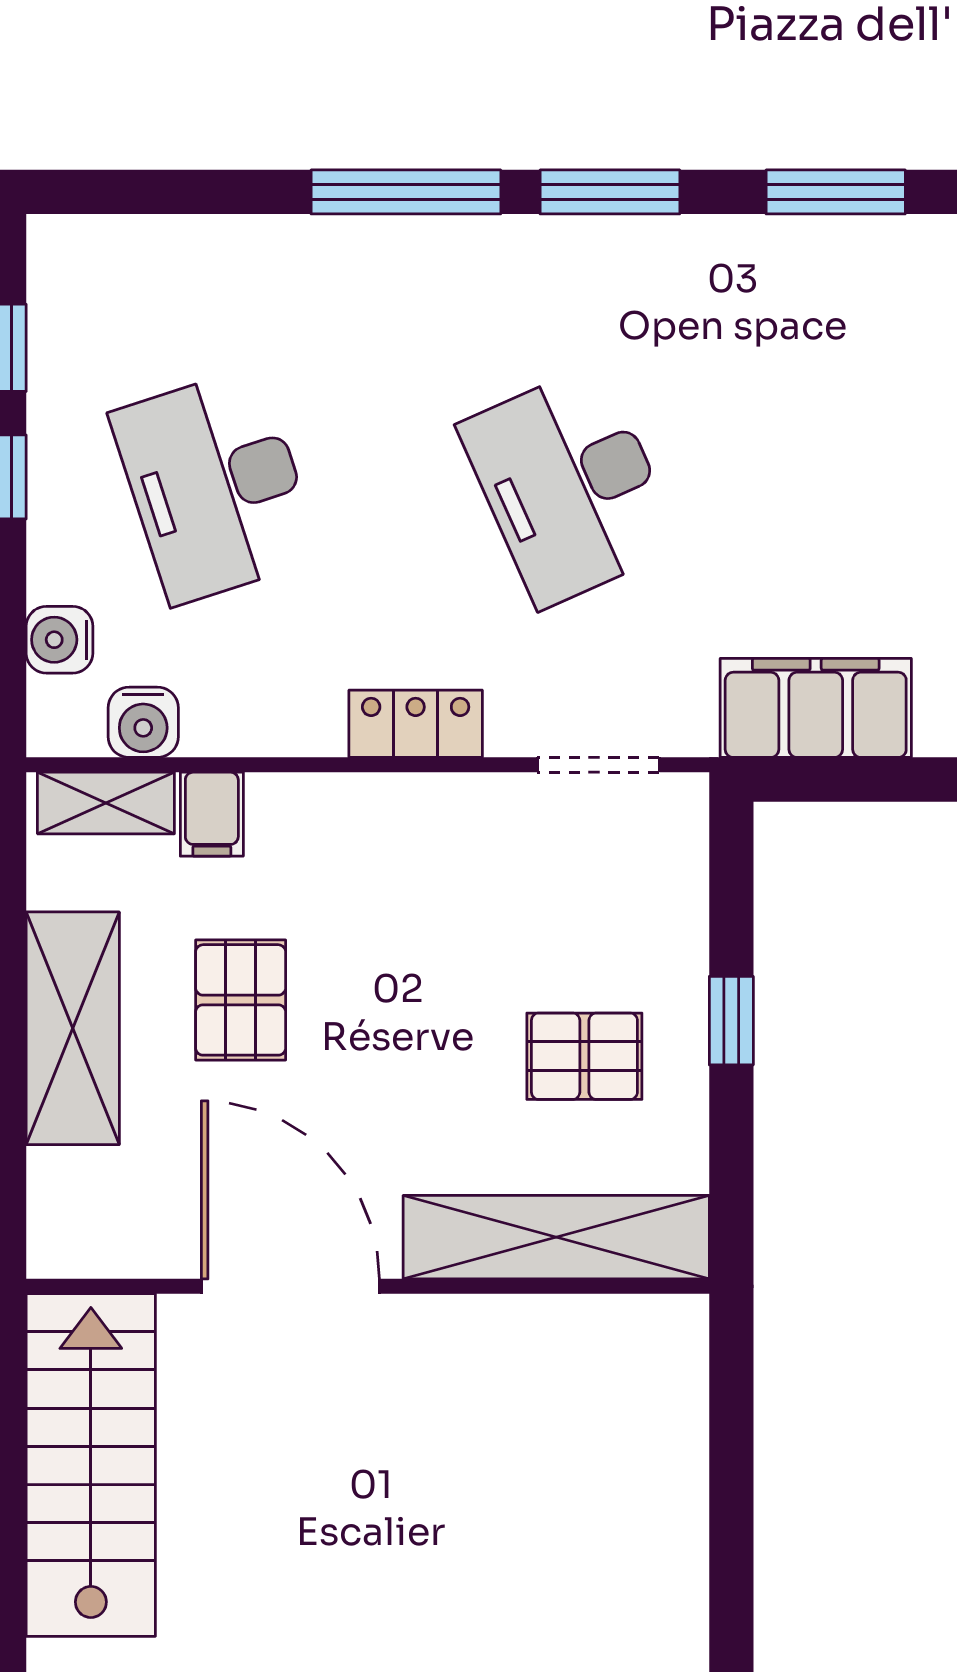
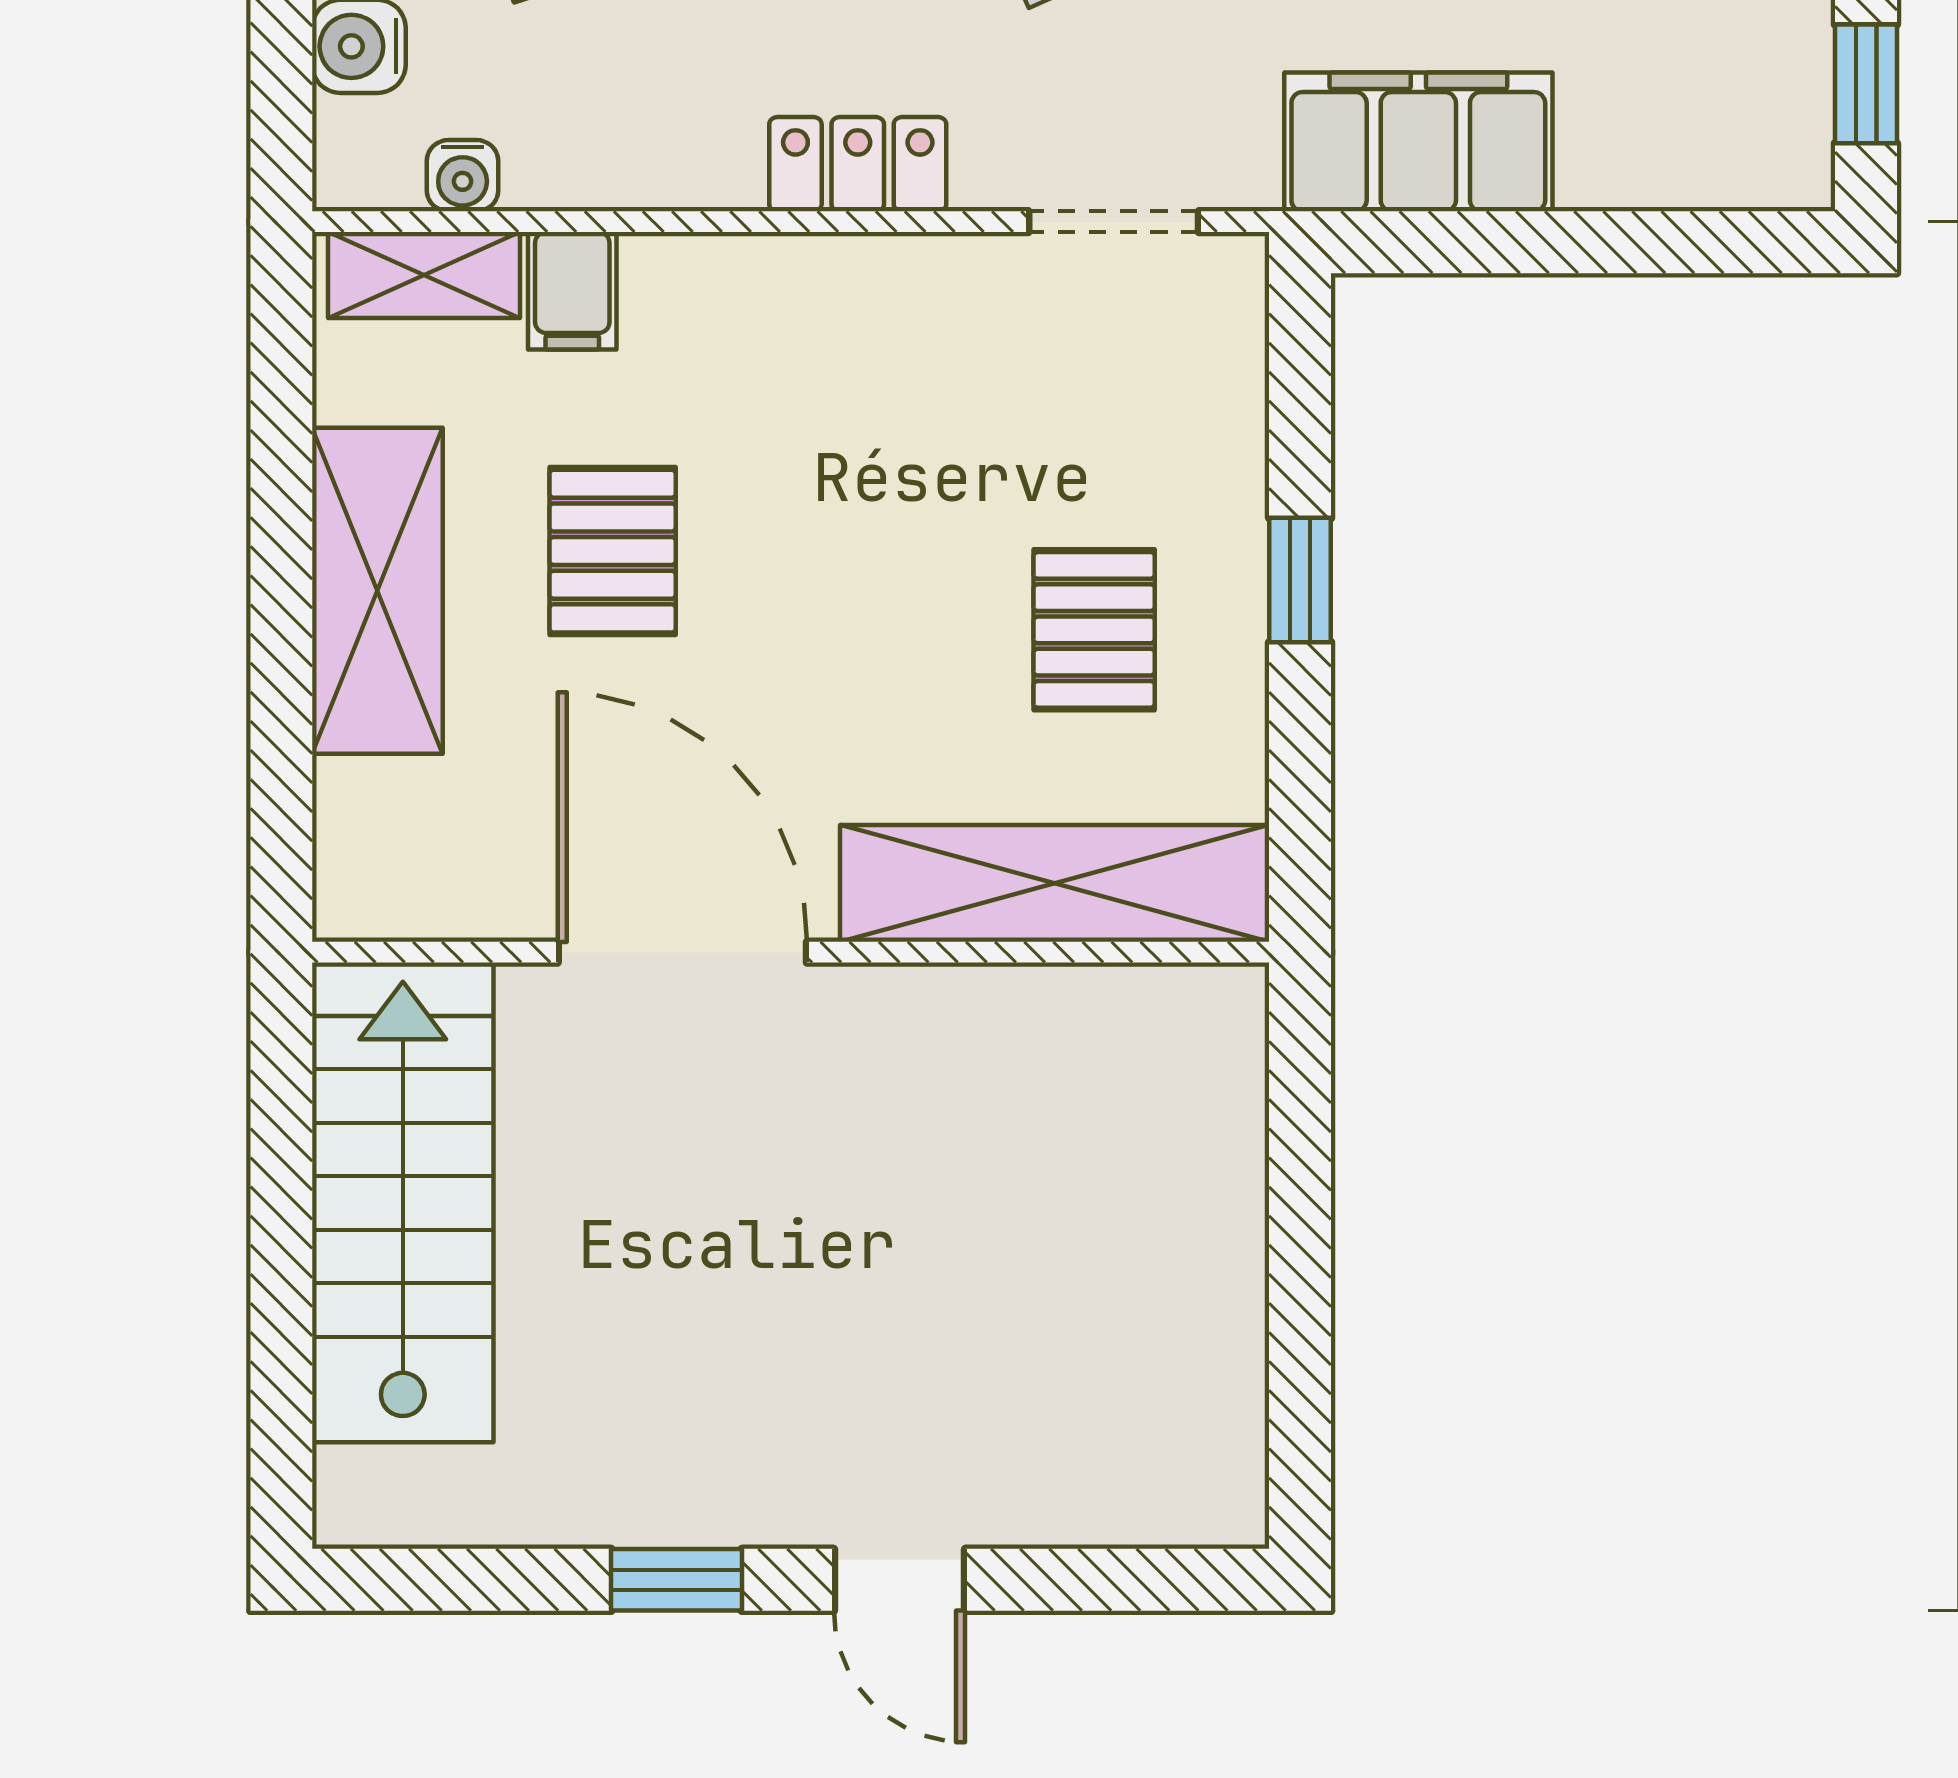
water cooler: (143, 722) -> (463, 176), width x0.72, depth x0.72
pallet: (584, 1056) -> (1094, 630), turned 90

